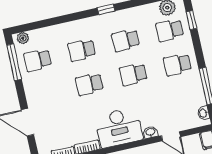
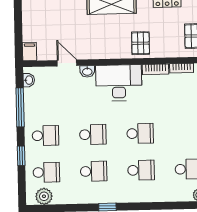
window: (191, 20) -> (21, 156), moved

